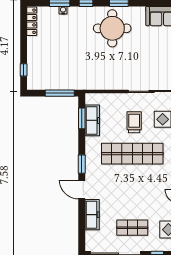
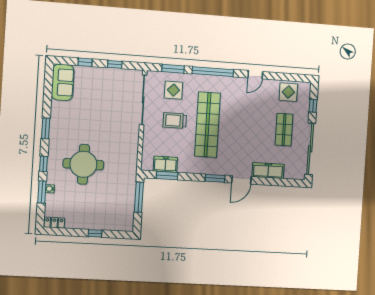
locker: (32, 21) -> (54, 223), width x0.66
round table: (112, 28) -> (83, 164), moved
window: (24, 70) -> (95, 233), moved
freezer: (92, 120) -> (165, 164), width x0.71

